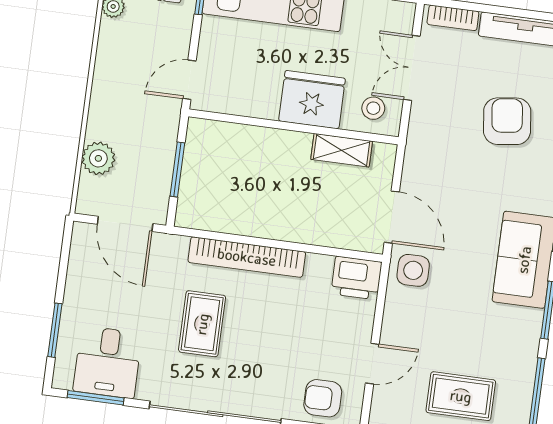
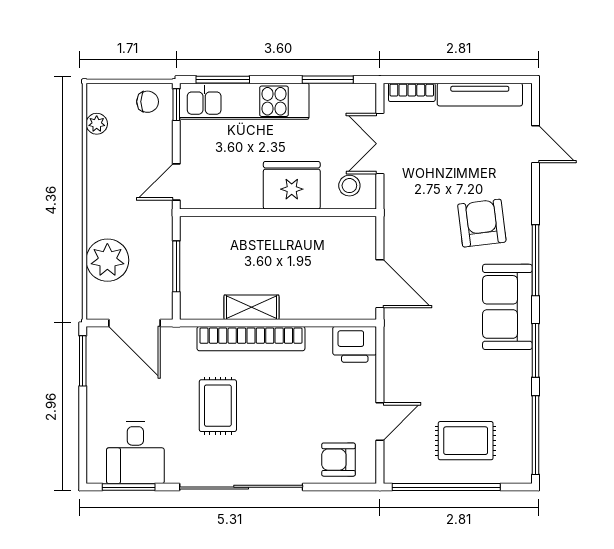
armchair: (507, 121) -> (482, 223), moved
shelving: (342, 150) -> (251, 307), moved
plant: (98, 158) -> (107, 260), width x1.36, depth x1.36
side table: (413, 270) -> (406, 330), removed
window: (55, 330) -> (83, 361), moved

